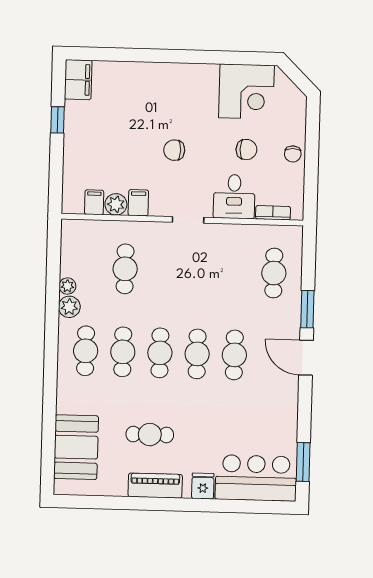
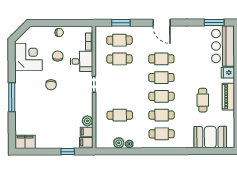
window: (167, 56) -> (12, 97), added
window: (57, 120) -> (68, 152), moved
chair: (174, 150) -> (51, 85), moved
filing cabinet: (138, 203) -> (86, 142), moved
cafe table: (237, 272) -> (120, 59), added
plant: (69, 307) -> (119, 143), moved
window: (307, 309) -> (121, 23), moved
door: (306, 358) -> (162, 23), hinge flipped

